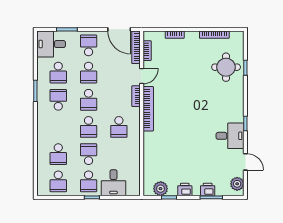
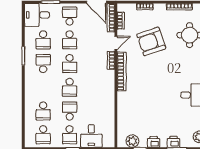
armchair: (182, 74) -> (151, 41), added
school desk: (119, 127) -> (96, 87), removed

